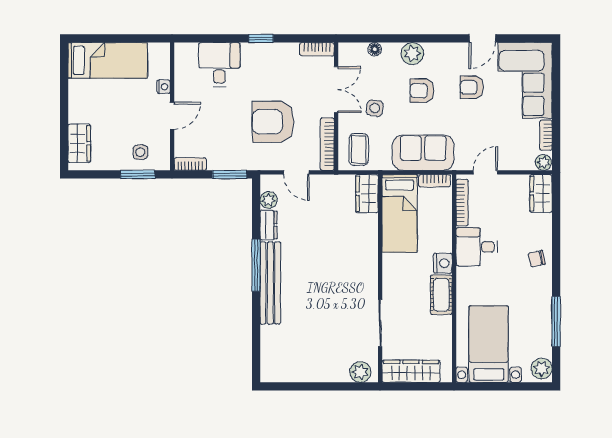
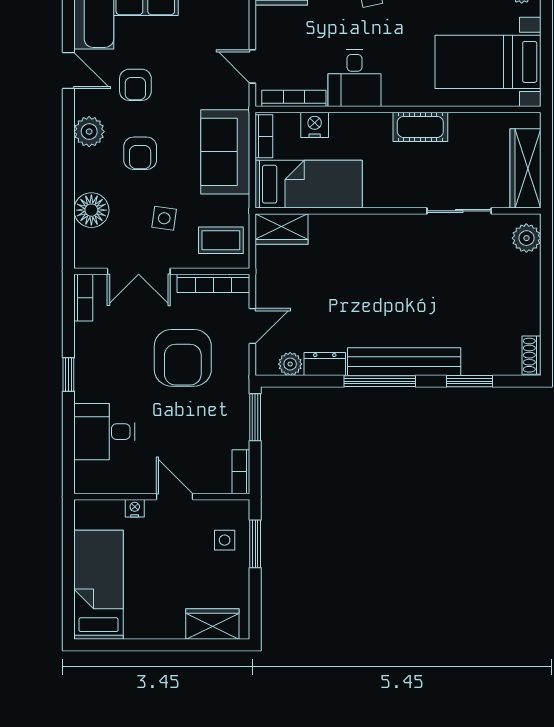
floor lamp: (375, 49) -> (91, 210), width x1.89, depth x1.89
plant: (412, 54) -> (89, 132), moved
double door: (336, 90) -> (139, 271), swing flipped
nightstand: (443, 263) -> (315, 125), moved
window: (256, 331) -> (470, 381), added
shoe rack: (275, 376) -> (531, 355), added

